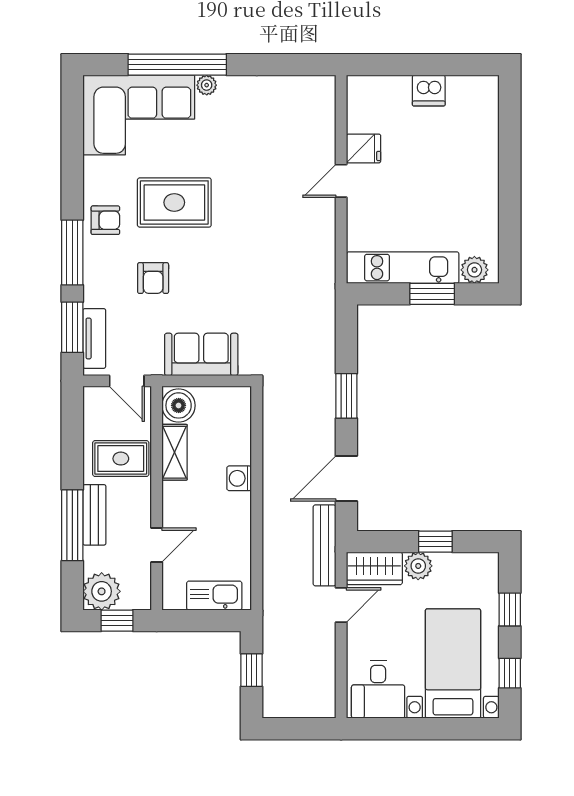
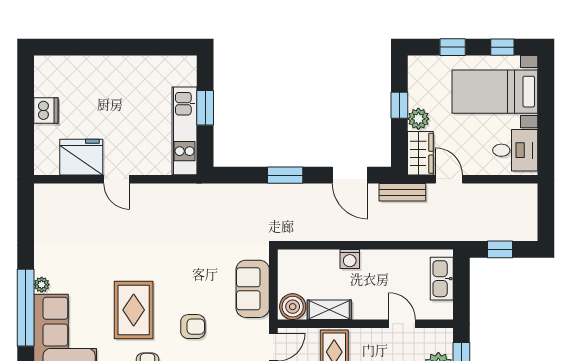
fridge: (364, 148) -> (81, 157), width x1.88, depth x1.34
plant: (474, 270) -> (186, 75), removed
bench: (324, 545) -> (402, 192), width x0.73

